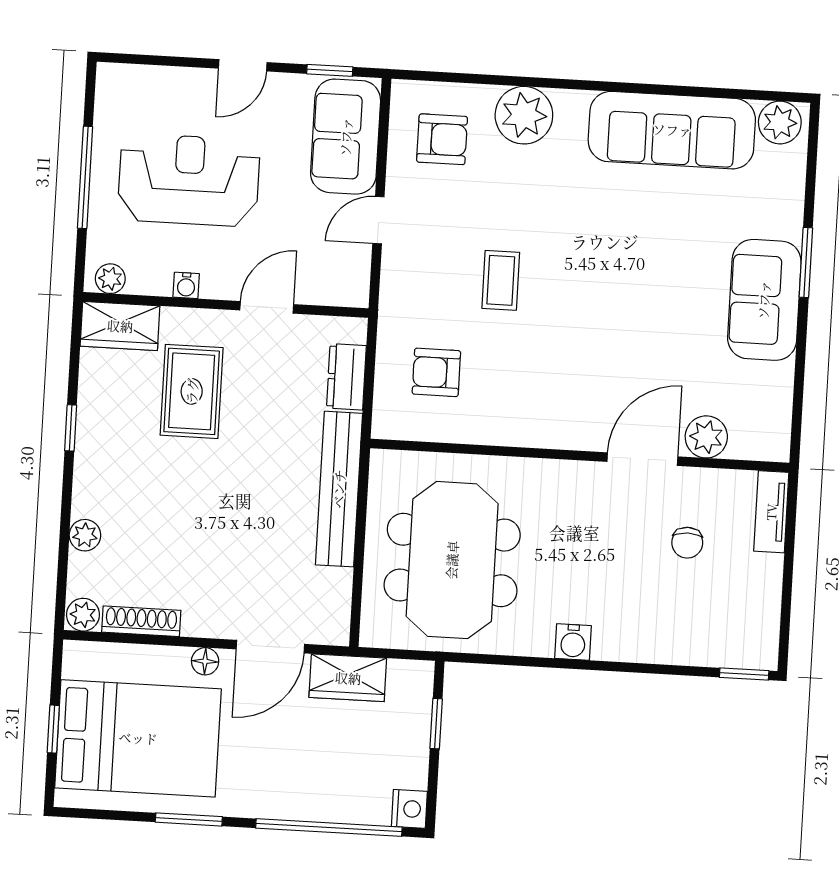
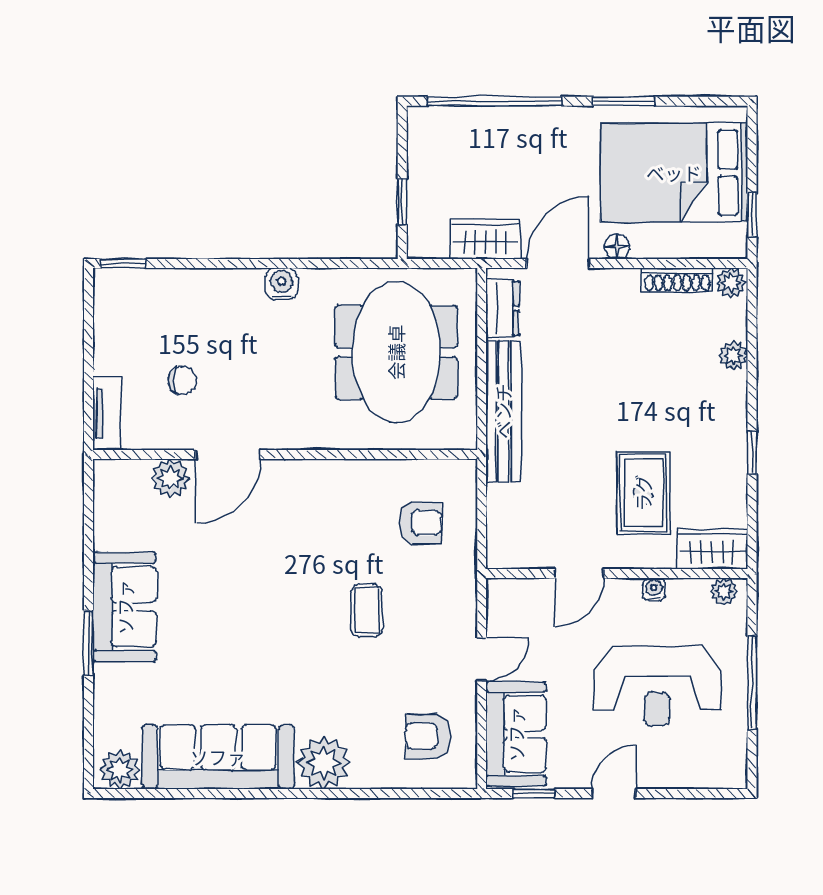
plant: (524, 115) -> (323, 763), moved
dresser: (346, 377) -> (503, 308), moved
chair: (687, 543) -> (182, 381), turned 90
window: (53, 729) -> (752, 215), moved
nightstand: (409, 809) -> (422, 123), removed

